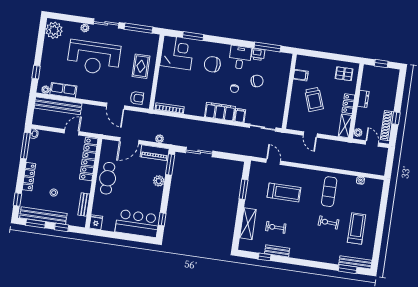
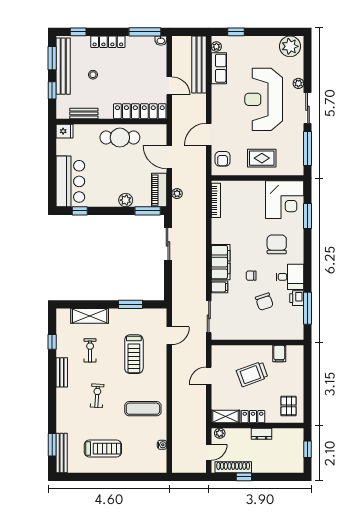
exercise bike: (328, 223) -> (97, 396), moved
bench: (277, 251) -> (62, 372), moved

